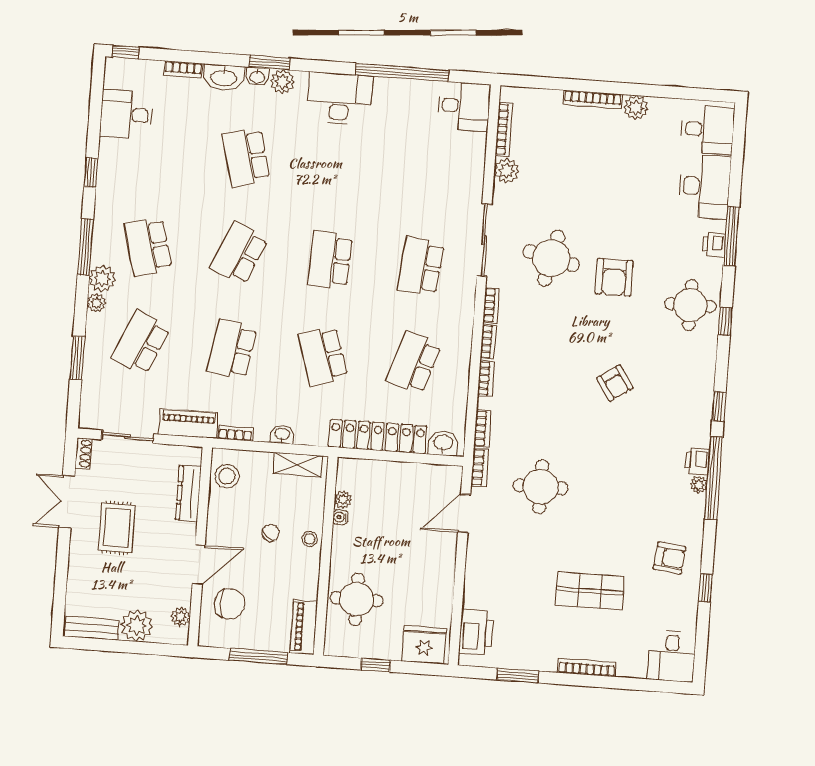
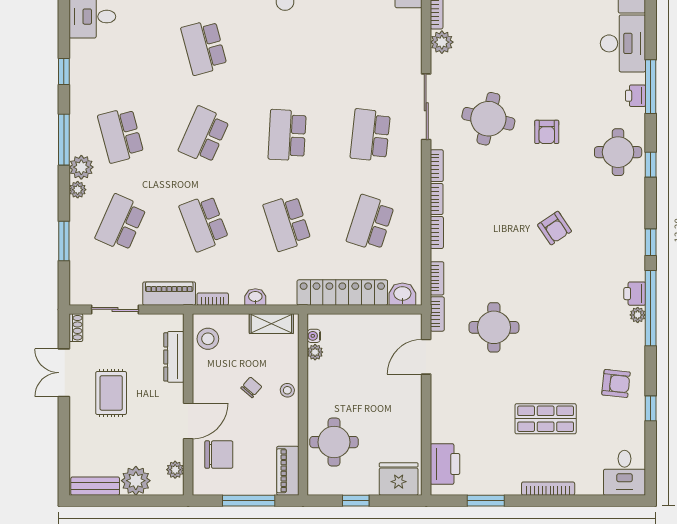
armchair: (614, 277) -> (547, 132), width x0.72, depth x0.72
school desk: (232, 349) -> (204, 223), turned -30
water cooler: (340, 517) -> (314, 336), moved

